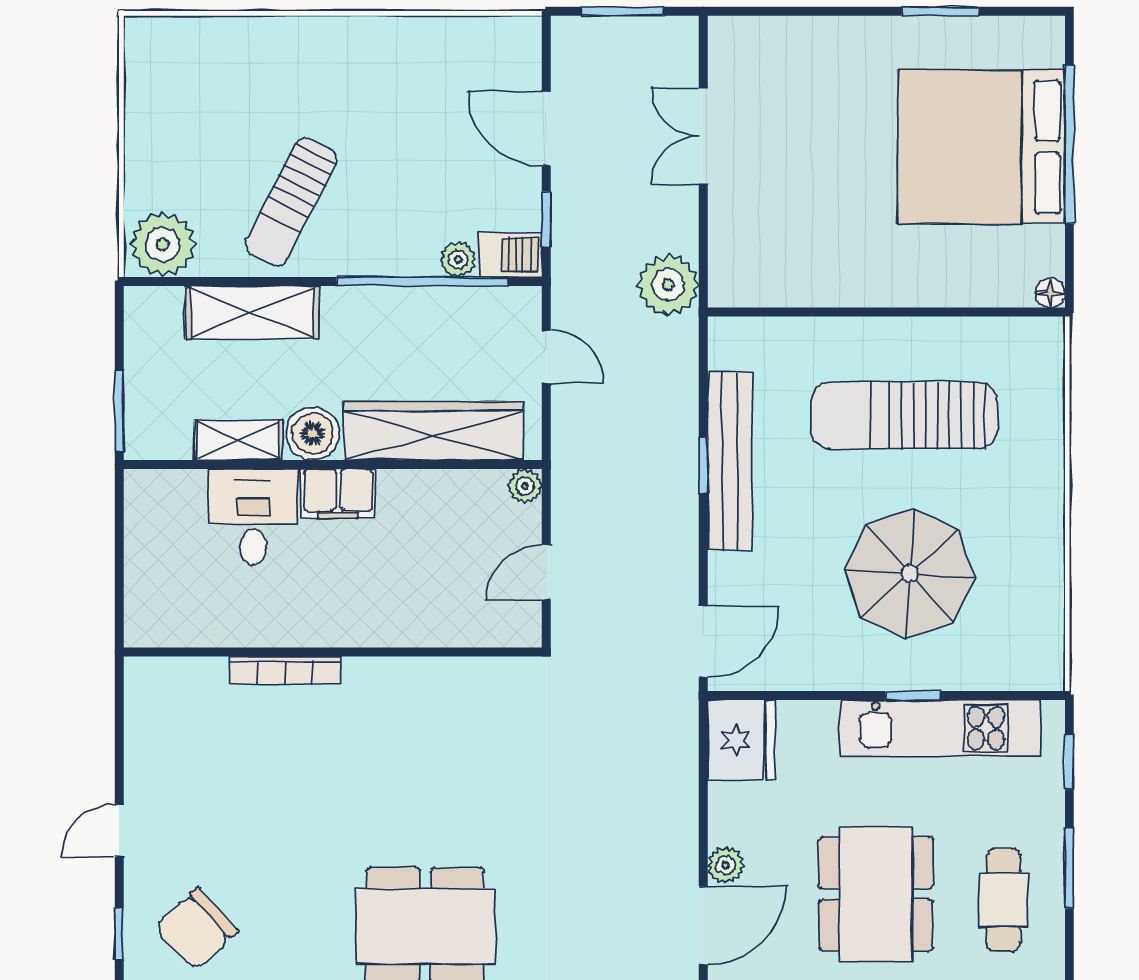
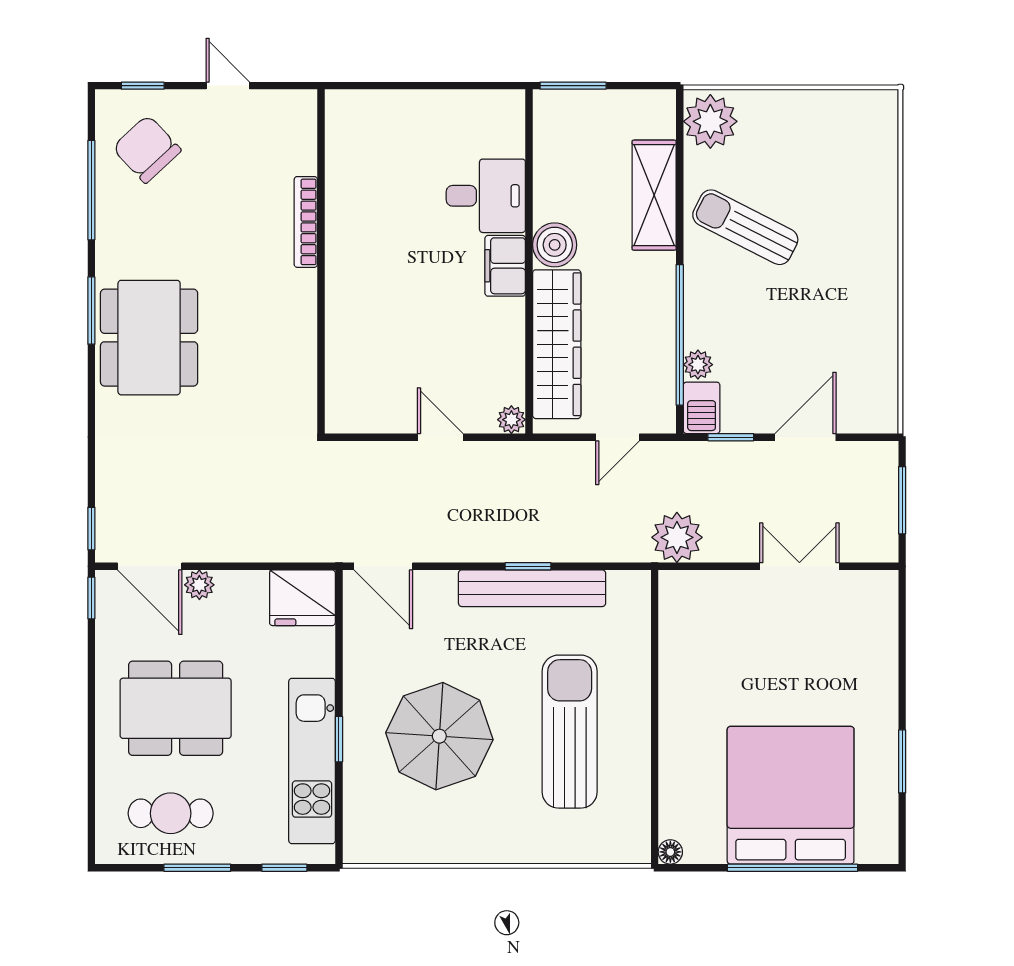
shelving: (238, 440) -> (549, 184), removed
wall: (333, 652) -> (321, 261), moved
bookcase: (285, 670) -> (306, 222), moved

